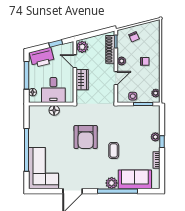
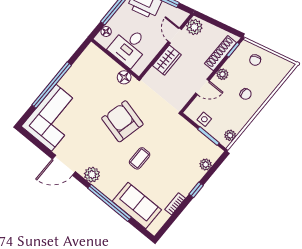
floor lamp: (54, 110) -> (124, 77), moved
armchair: (86, 137) -> (122, 121), turned 104
plant: (155, 137) -> (206, 165), moved
plant: (112, 183) -> (92, 175), moved

